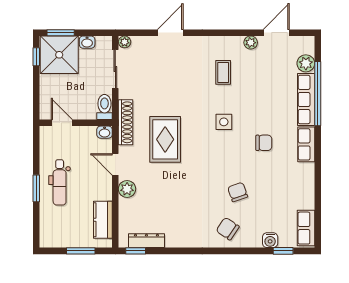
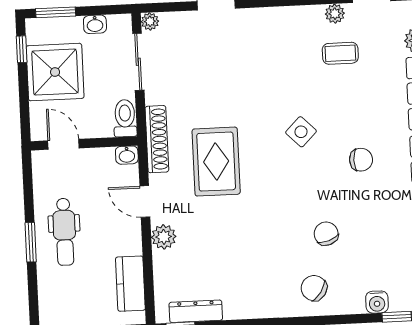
shower: (59, 55) -> (55, 72), moved
coffee table: (223, 72) -> (340, 53), moved, turned 90
side table: (224, 122) -> (301, 132), turned 45

